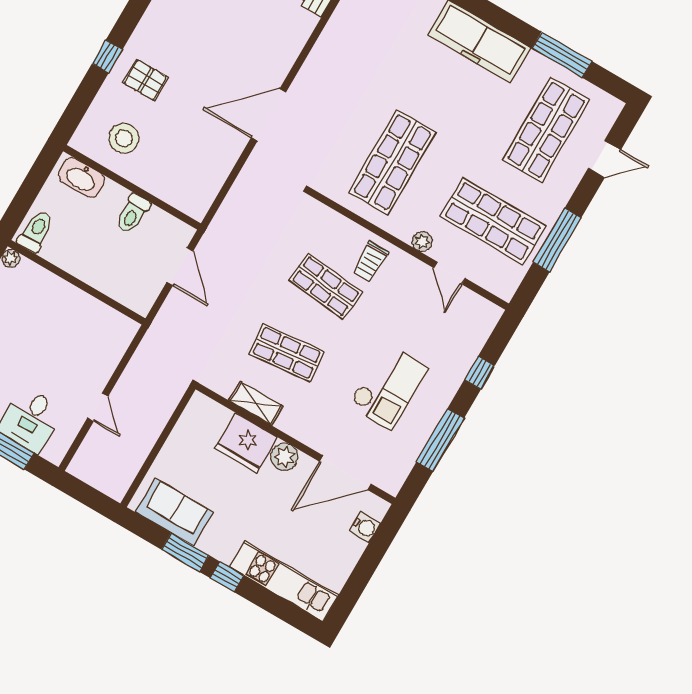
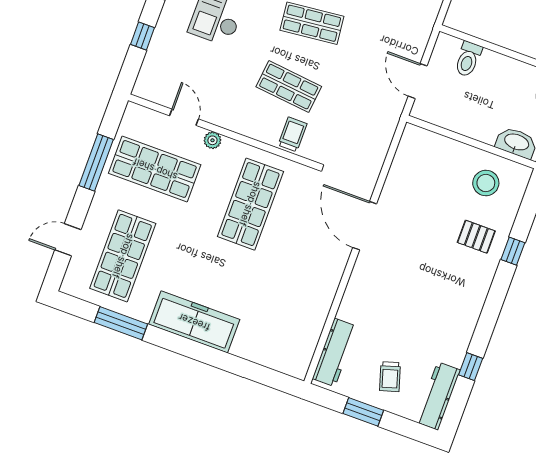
door: (269, 115) -> (365, 226), swing flipped
toilet: (133, 214) -> (468, 59), moved, turned 180
trolley: (371, 262) -> (293, 134), moved

